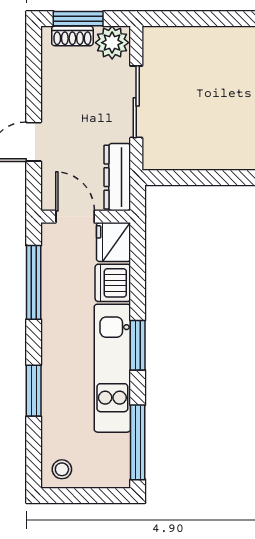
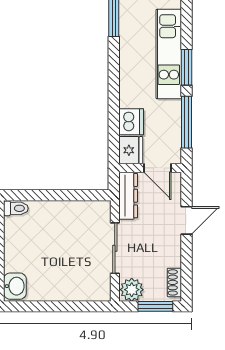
shoe rack: (72, 36) -> (174, 282), moved, turned -90
window: (138, 345) -> (114, 78), removed
kitchen unit: (112, 368) -> (169, 54), moved, turned 180
window: (34, 391) -> (187, 67), moved

